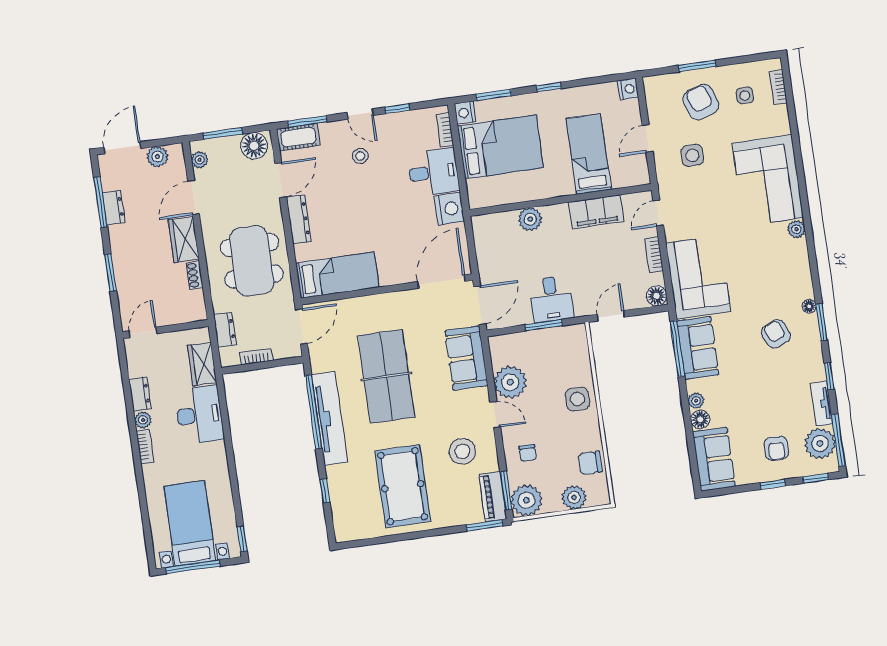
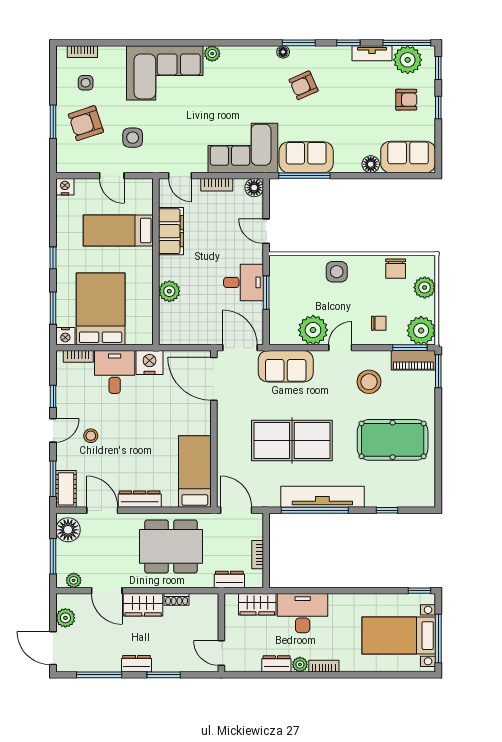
dresser: (114, 208) -> (137, 664), moved
plant: (696, 401) -> (353, 166), removed

